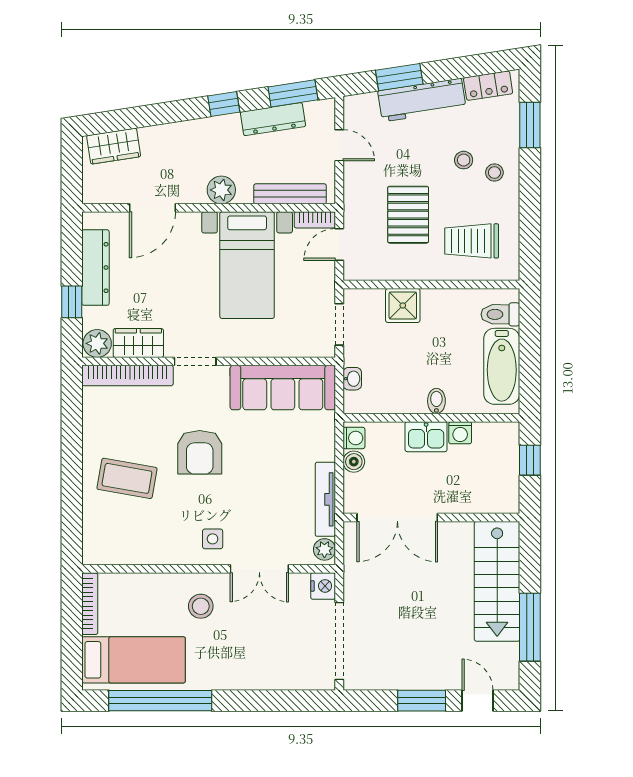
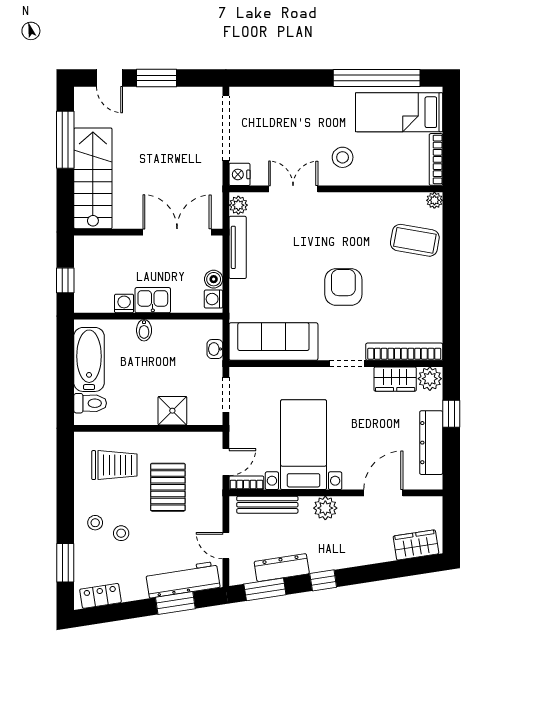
workbench: (422, 100) -> (183, 580), moved
coffee table: (127, 478) -> (415, 240), moved
side table: (213, 539) -> (333, 214), removed
plant: (92, 555) -> (434, 200), added

